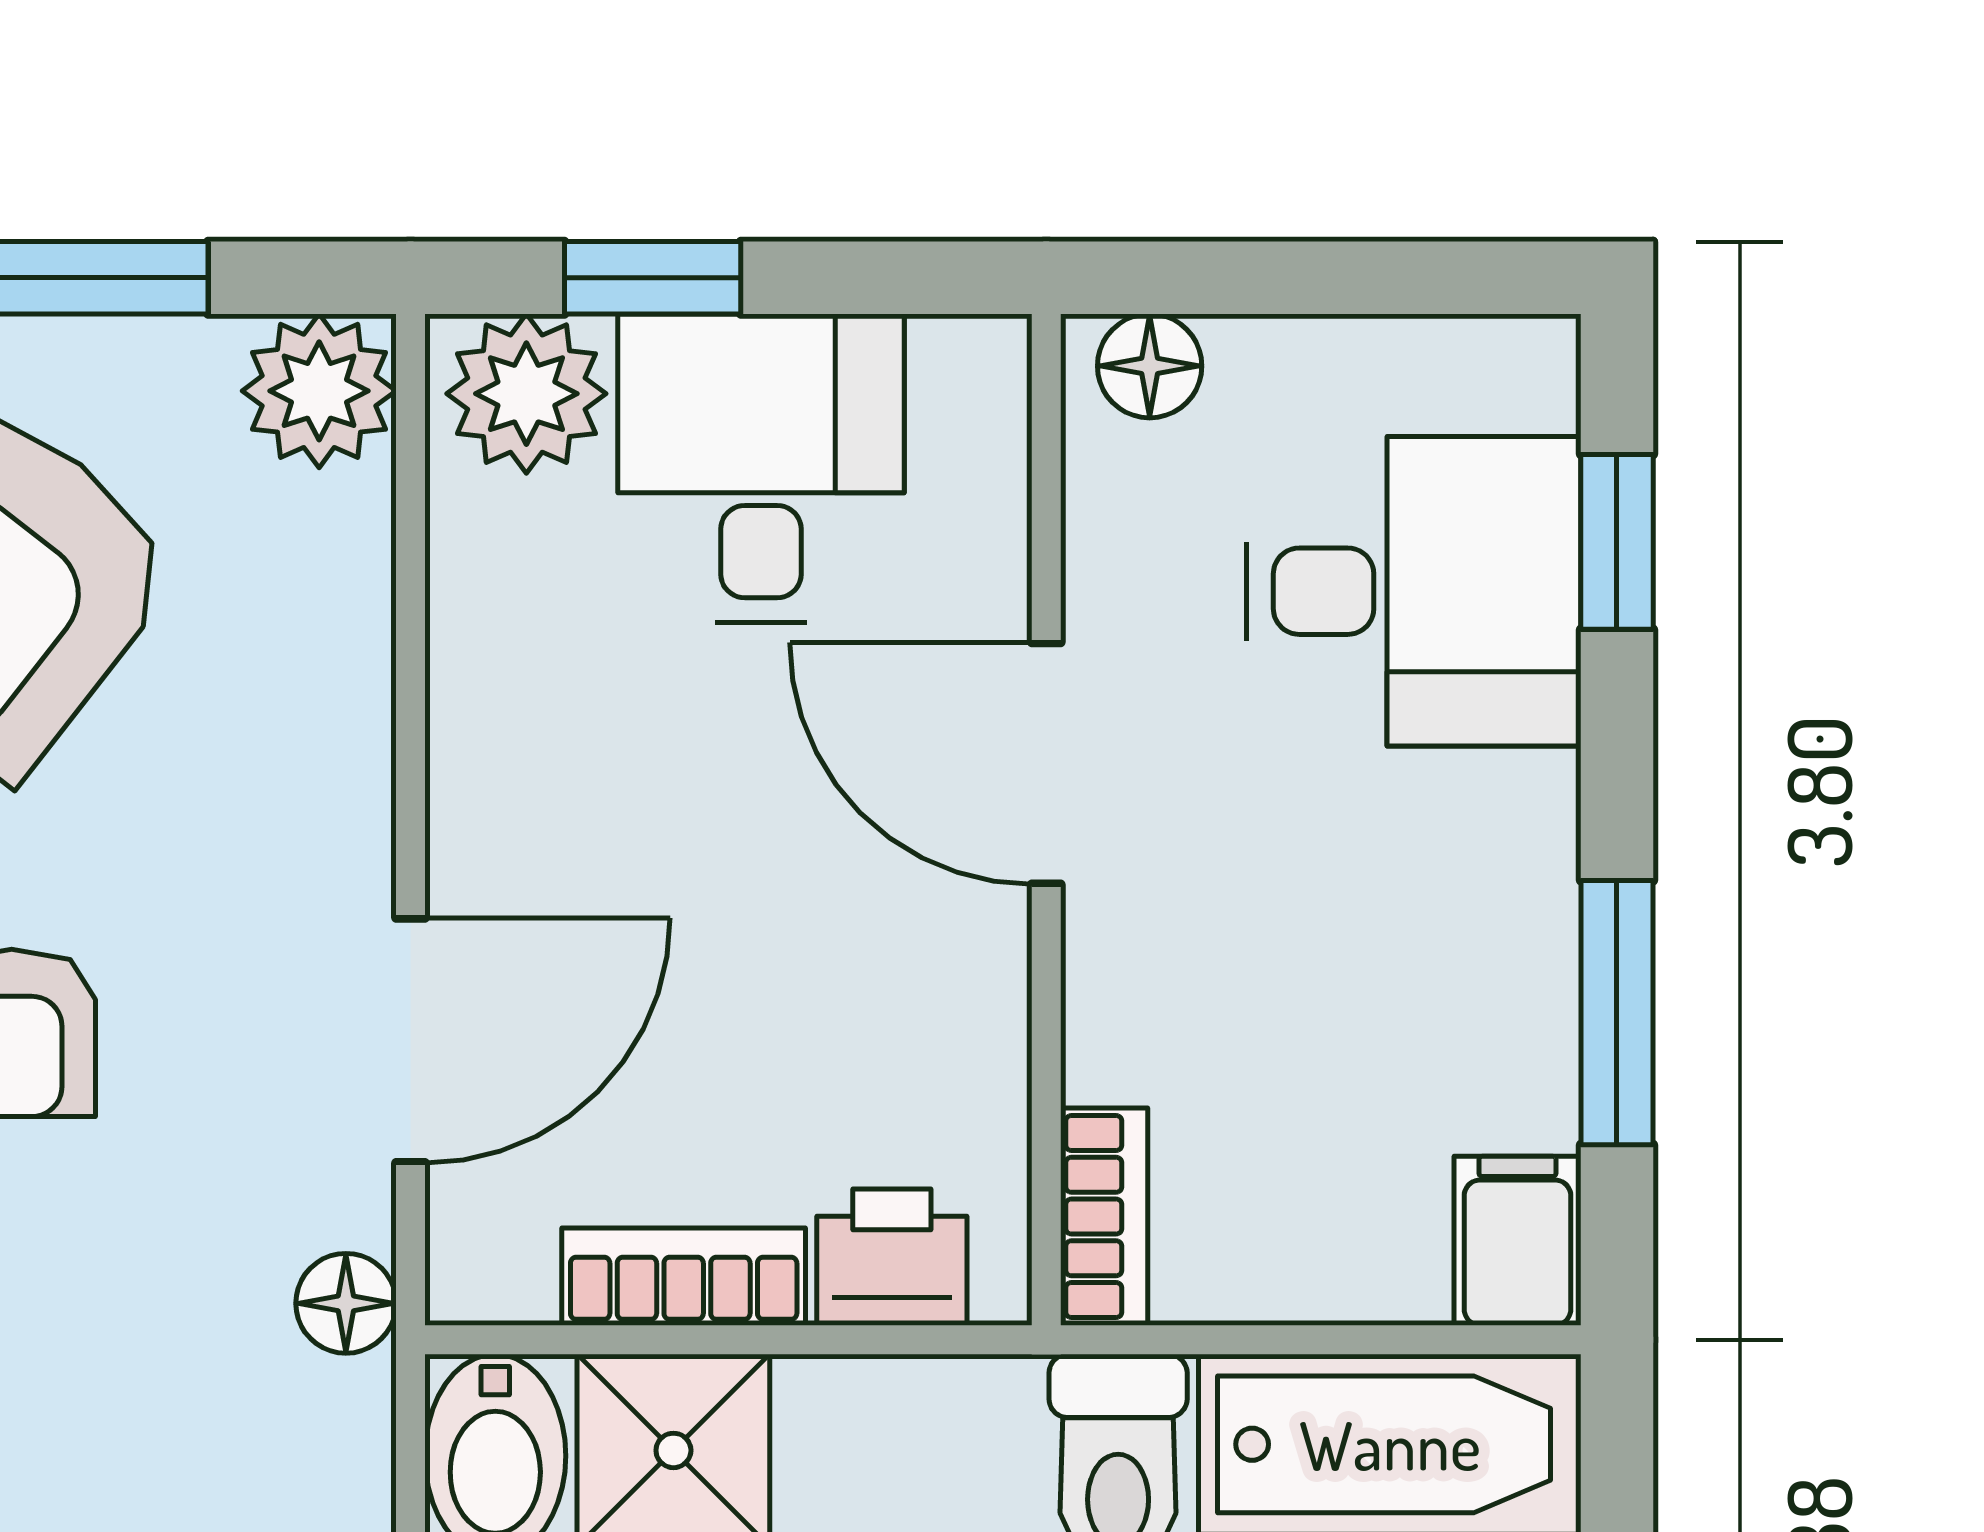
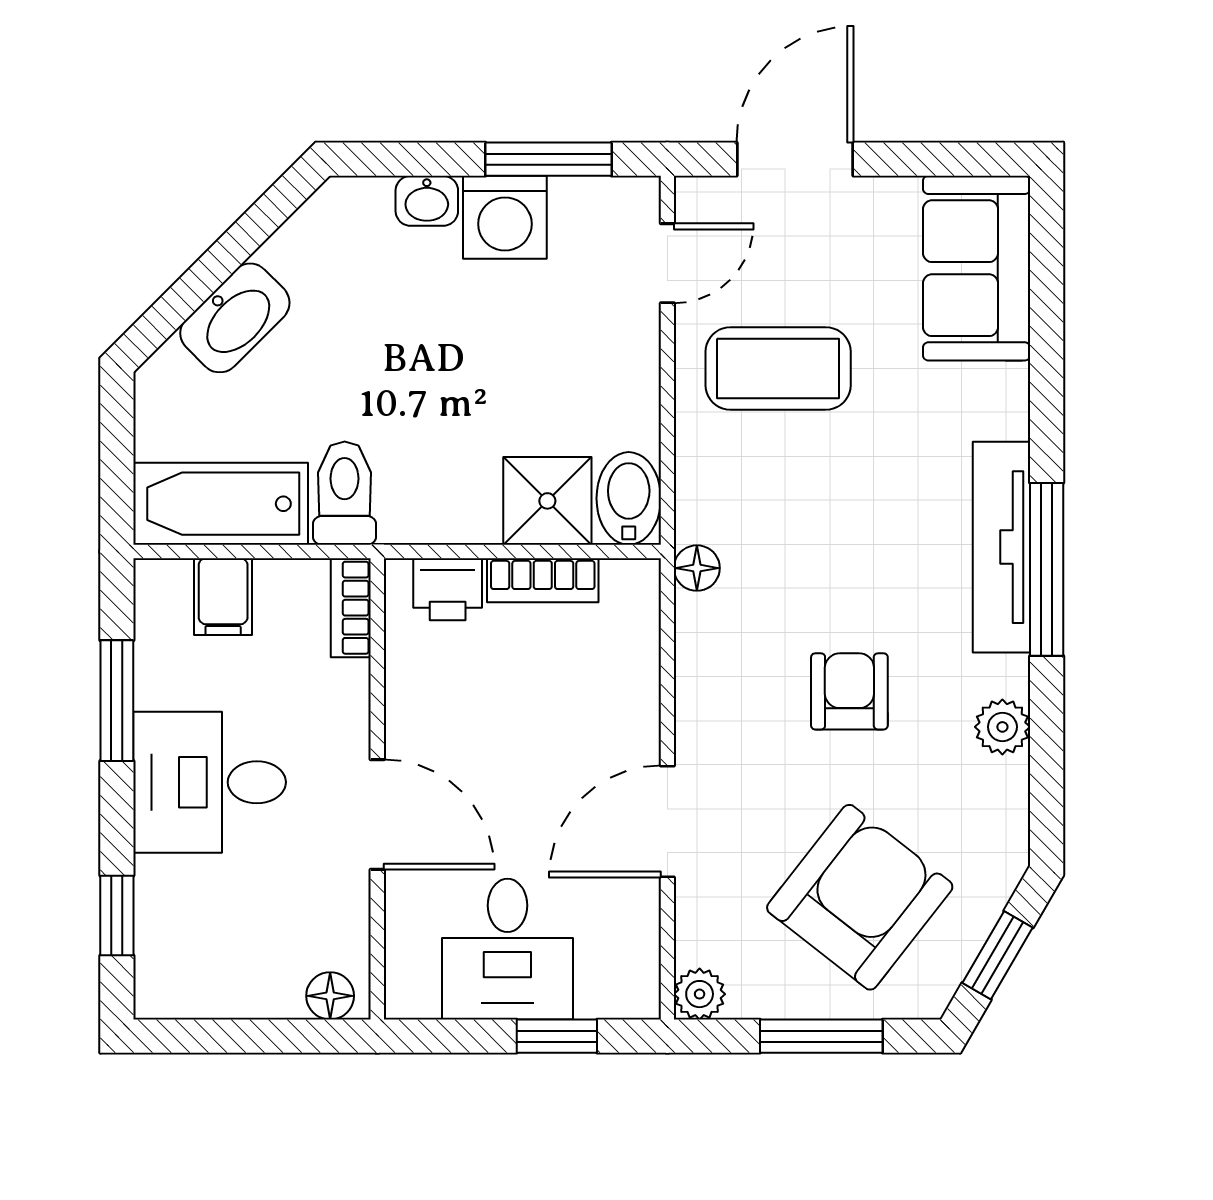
plant: (319, 391) -> (700, 994), width x0.73, depth x0.73
plant: (526, 394) -> (615, 983), removed
desk: (1414, 591) -> (210, 782), moved
door: (410, 1040) -> (667, 822), moved
filing cabinet: (1517, 1241) -> (223, 597), moved

